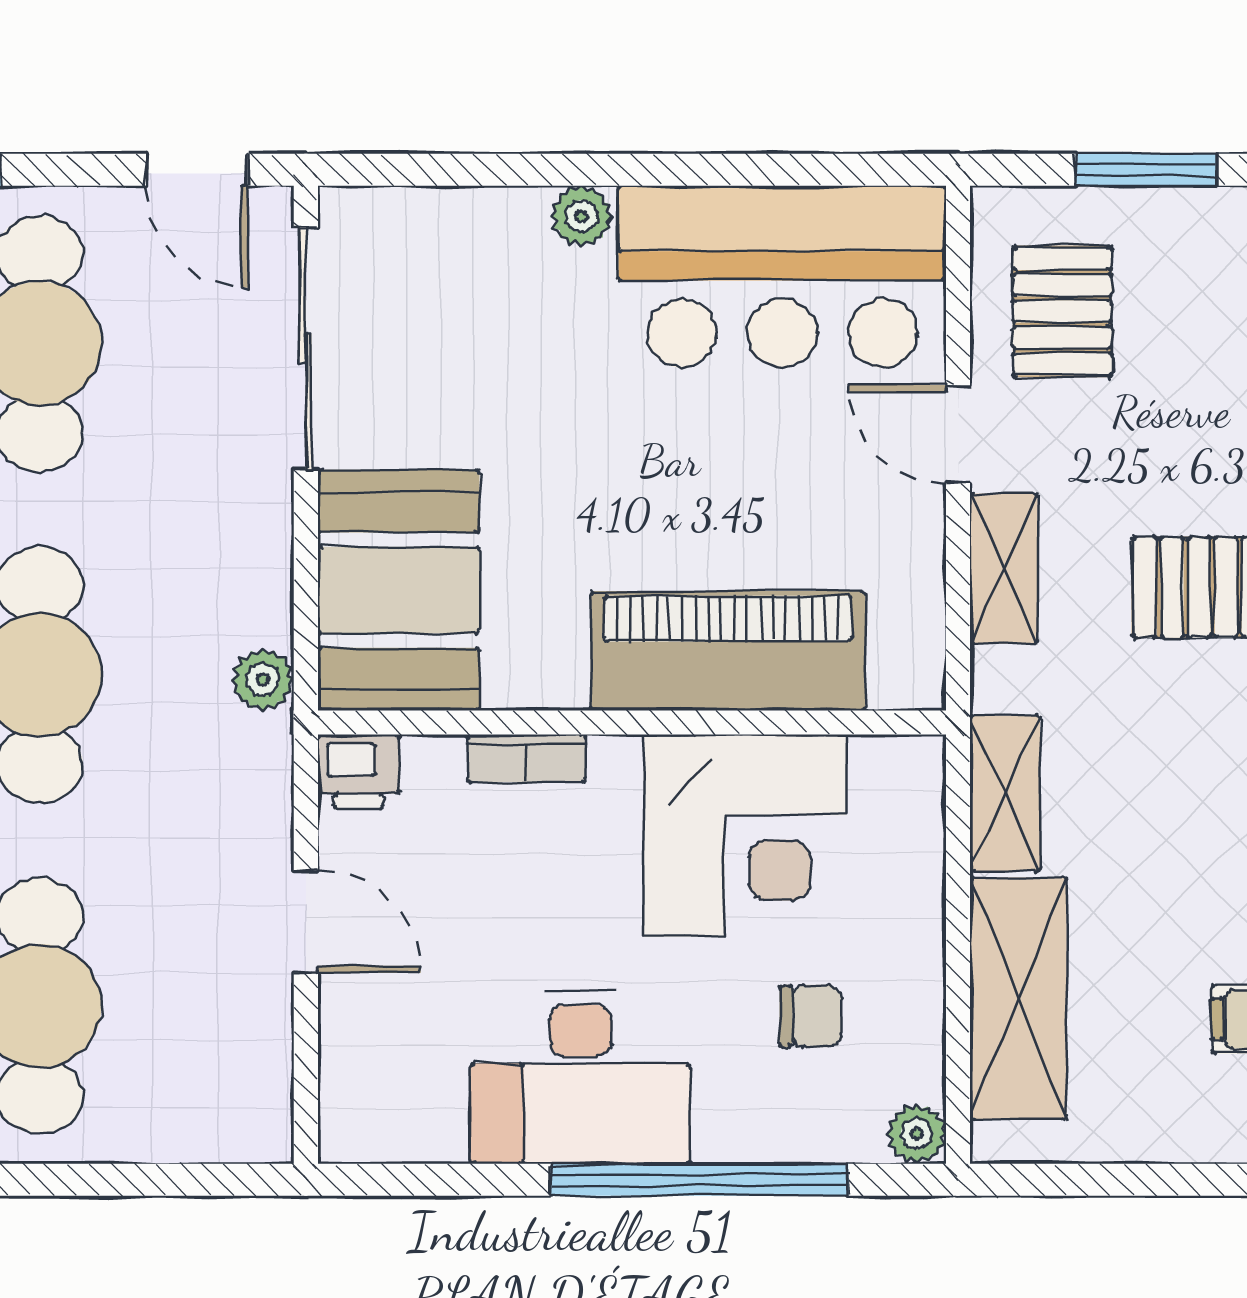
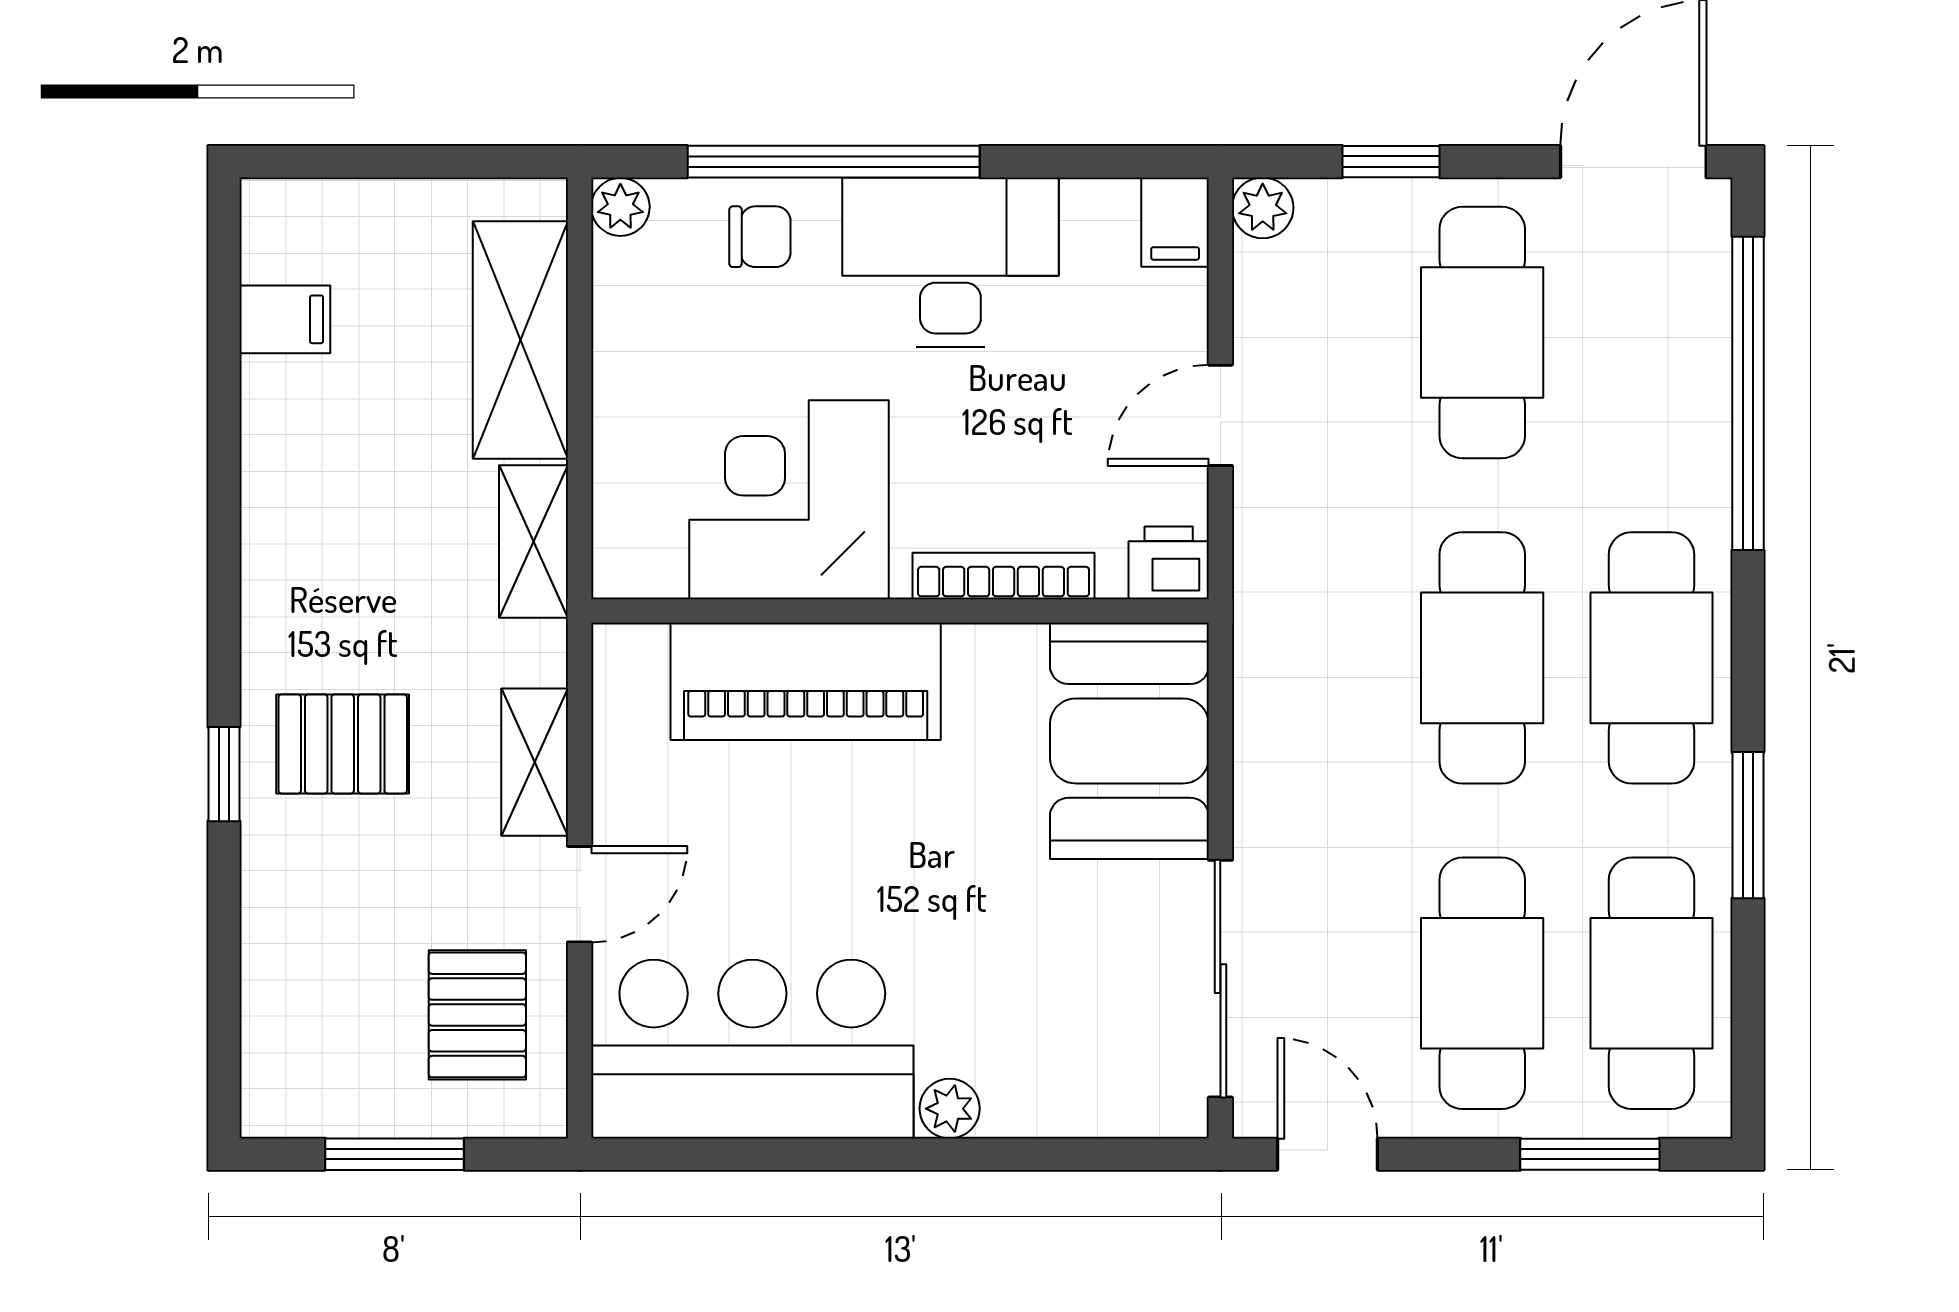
door: (958, 434) -> (580, 894), hinge flipped
plant: (263, 680) -> (1263, 208), moved
bookcase: (527, 758) -> (1004, 576), width x1.56
door: (306, 922) -> (1220, 415), hinge flipped
chair: (811, 1016) -> (760, 237), moved, turned 180
filing cabinet: (352, 1118) -> (1175, 222), added
window: (132, 1180) -> (1391, 162), added

